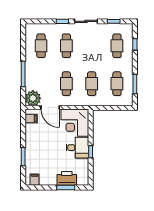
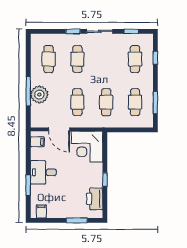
plant: (33, 98) -> (39, 95), moved
desk: (77, 148) -> (43, 172), moved, turned 180
printer: (67, 178) -> (95, 199), moved, turned -90

